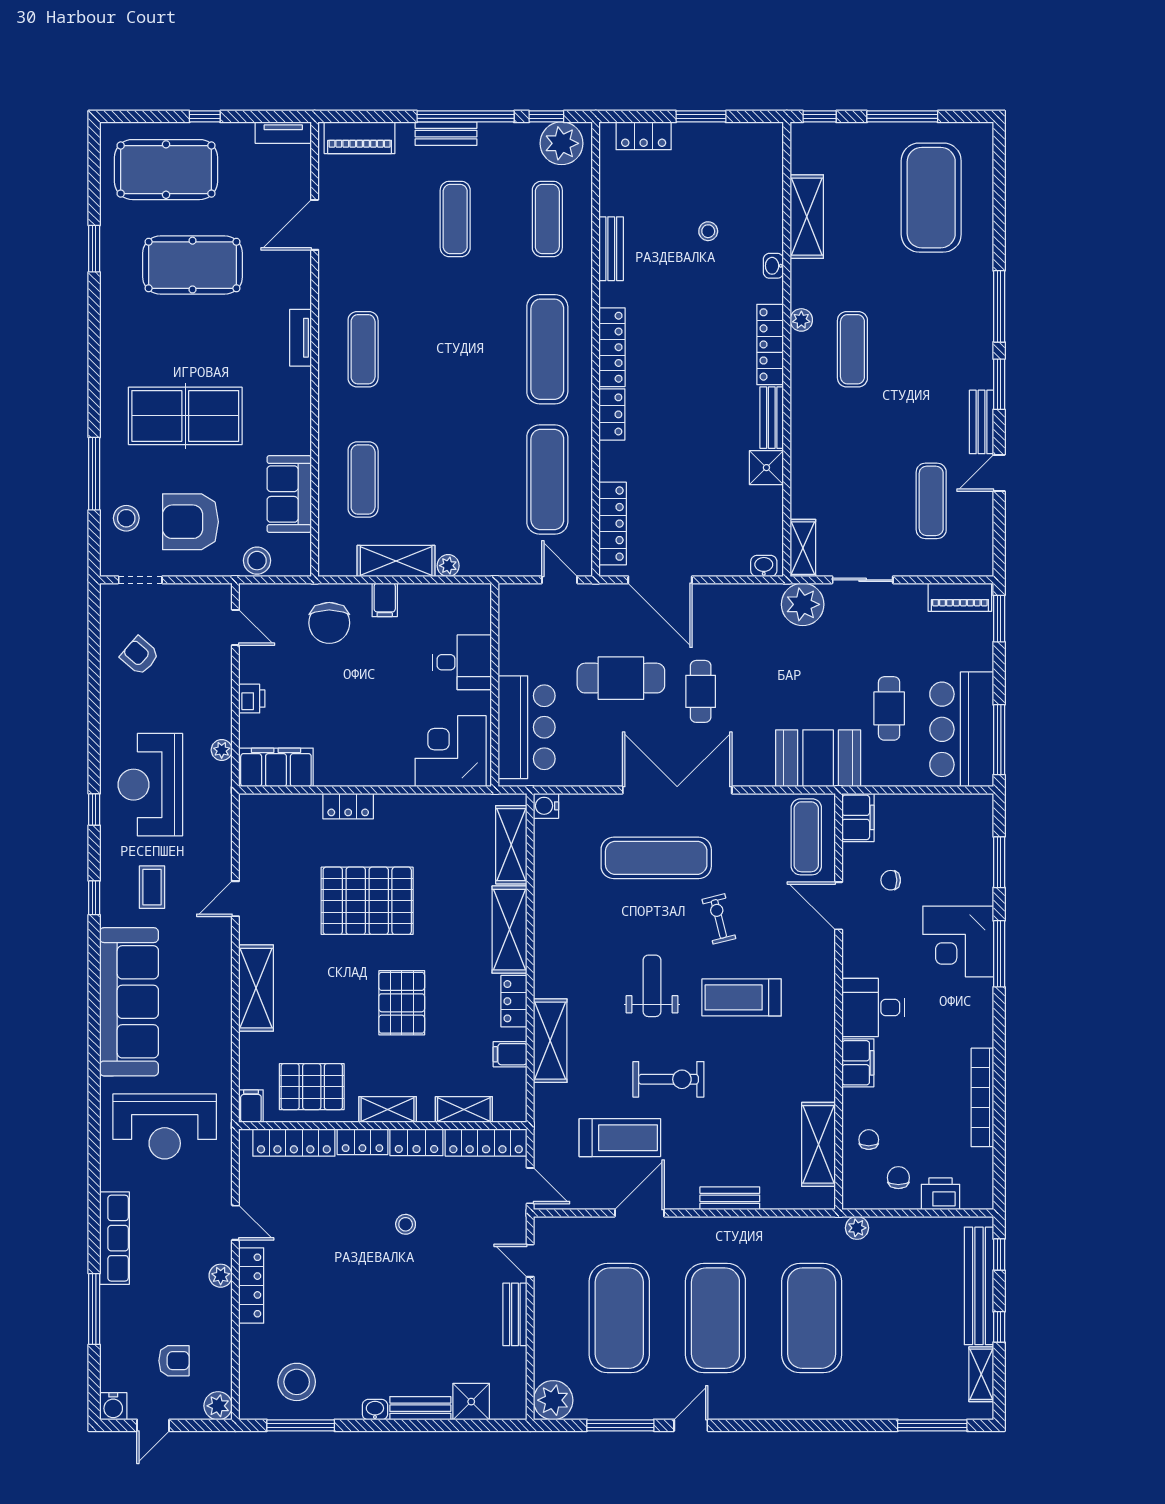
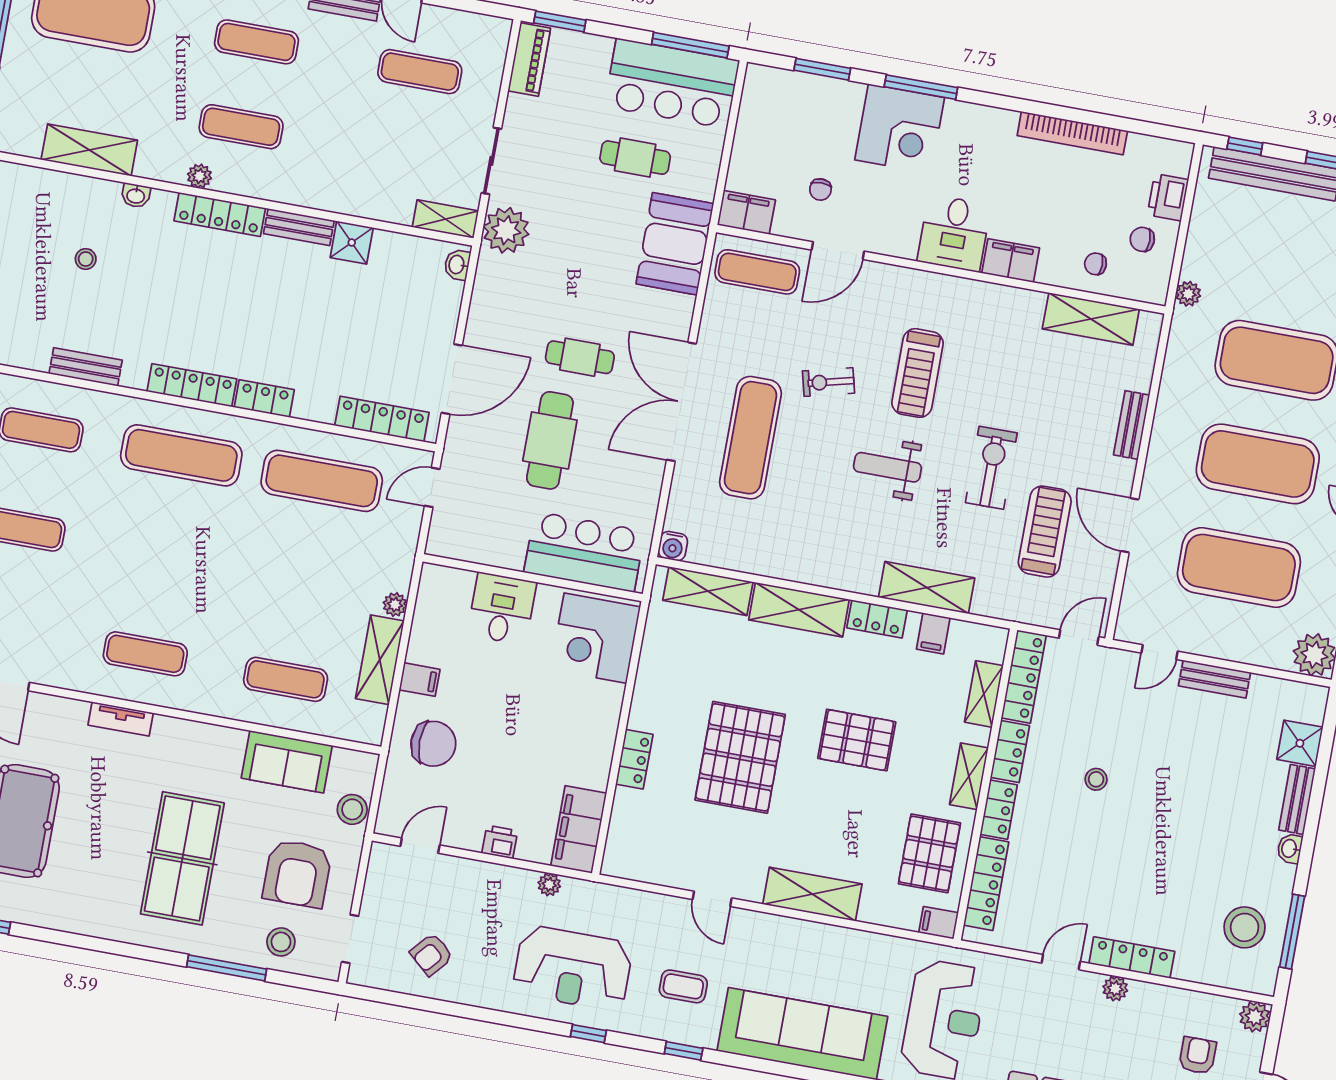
exercise mat: (931, 349) -> (256, 42), added

